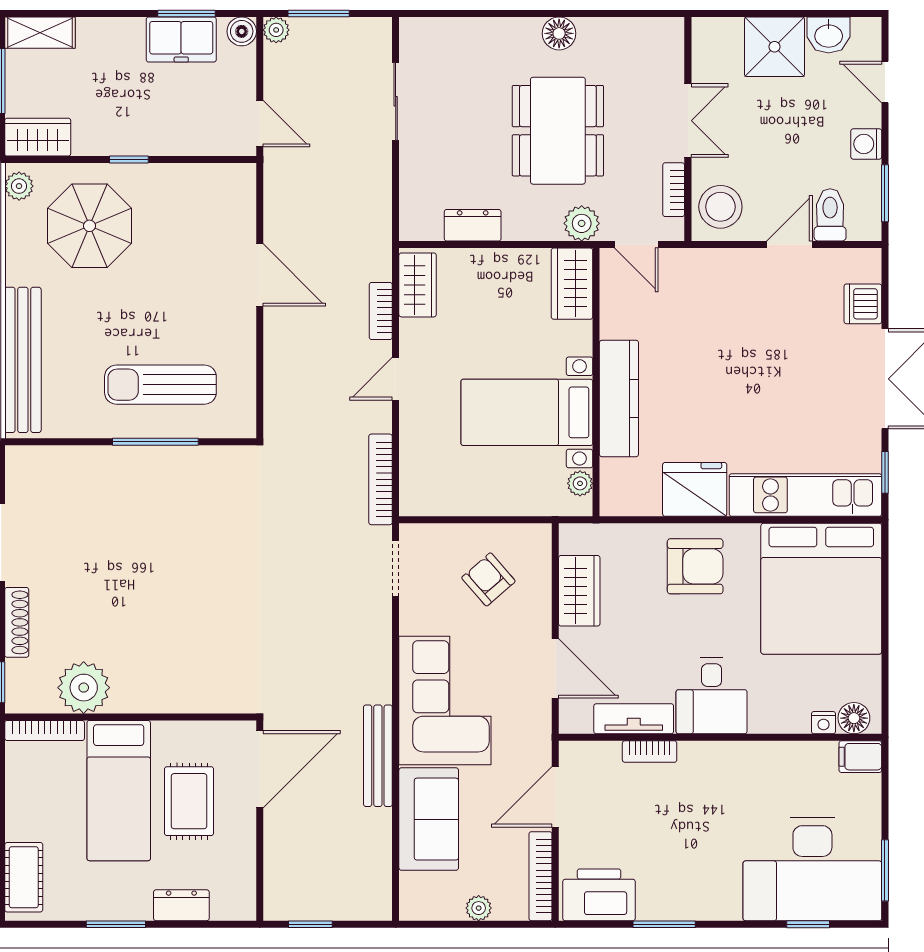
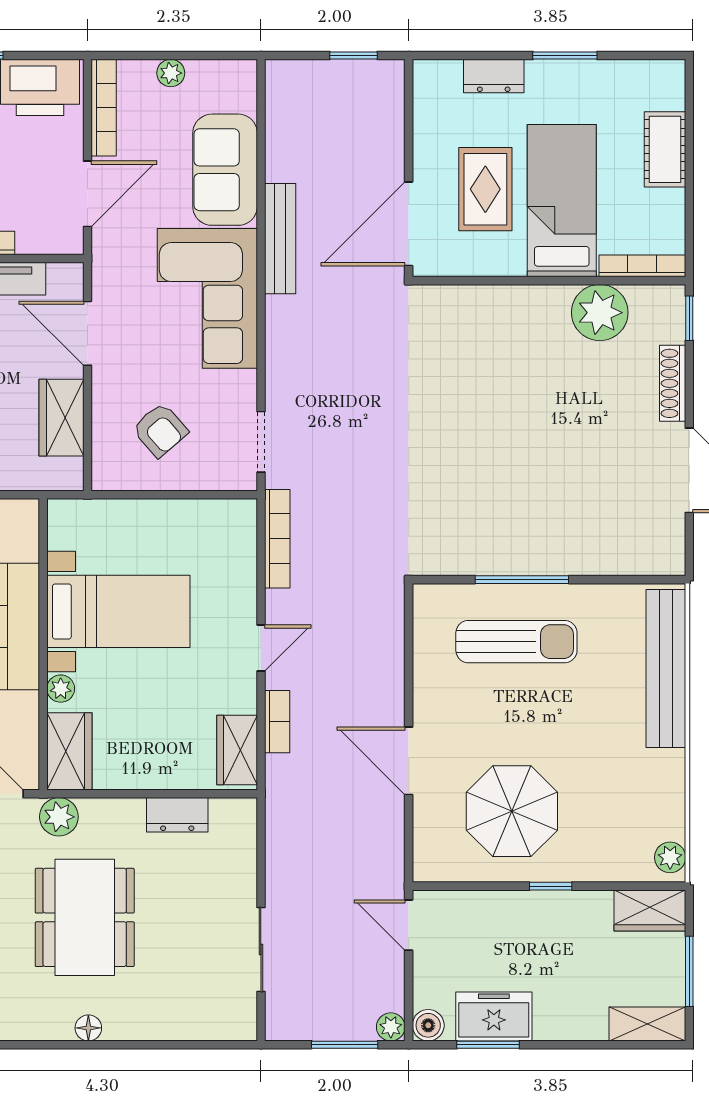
floor lamp: (559, 33) -> (88, 1028), width x0.73, depth x0.73
parasol: (90, 226) -> (512, 811), moved
plant: (580, 483) -> (61, 689), moved
cot: (24, 877) -> (665, 149), moved

